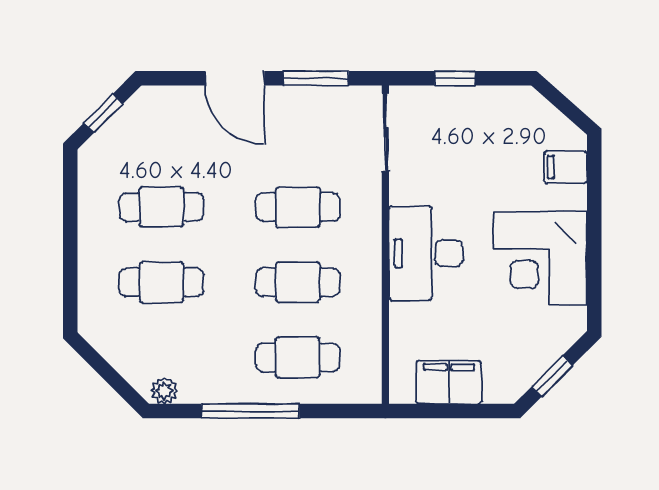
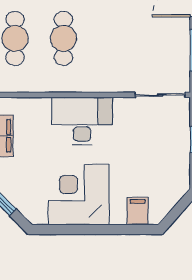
cafe table: (298, 207) -> (112, 38), removed

